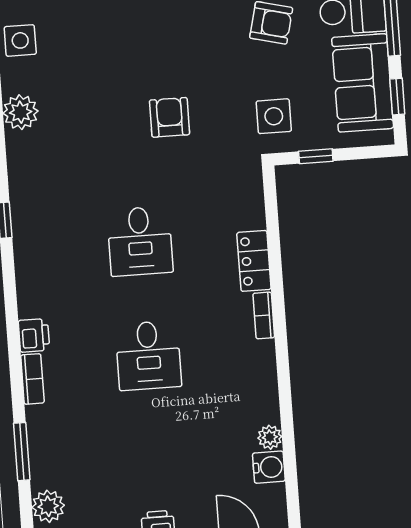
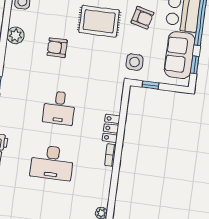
rug: (185, 48) -> (99, 21), added
armchair: (170, 117) -> (57, 48), moved, turned -90
desk: (148, 355) -> (52, 163), width x1.37

